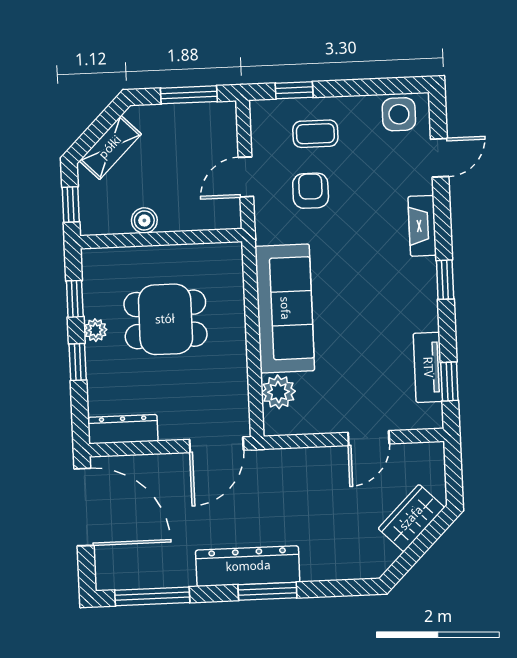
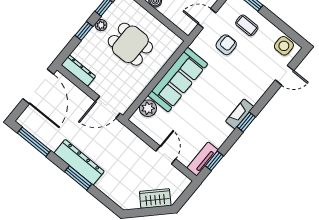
fireplace: (422, 226) -> (240, 114), moved
tv unit: (428, 367) -> (202, 159), moved
door: (369, 438) -> (166, 155), swing flipped

